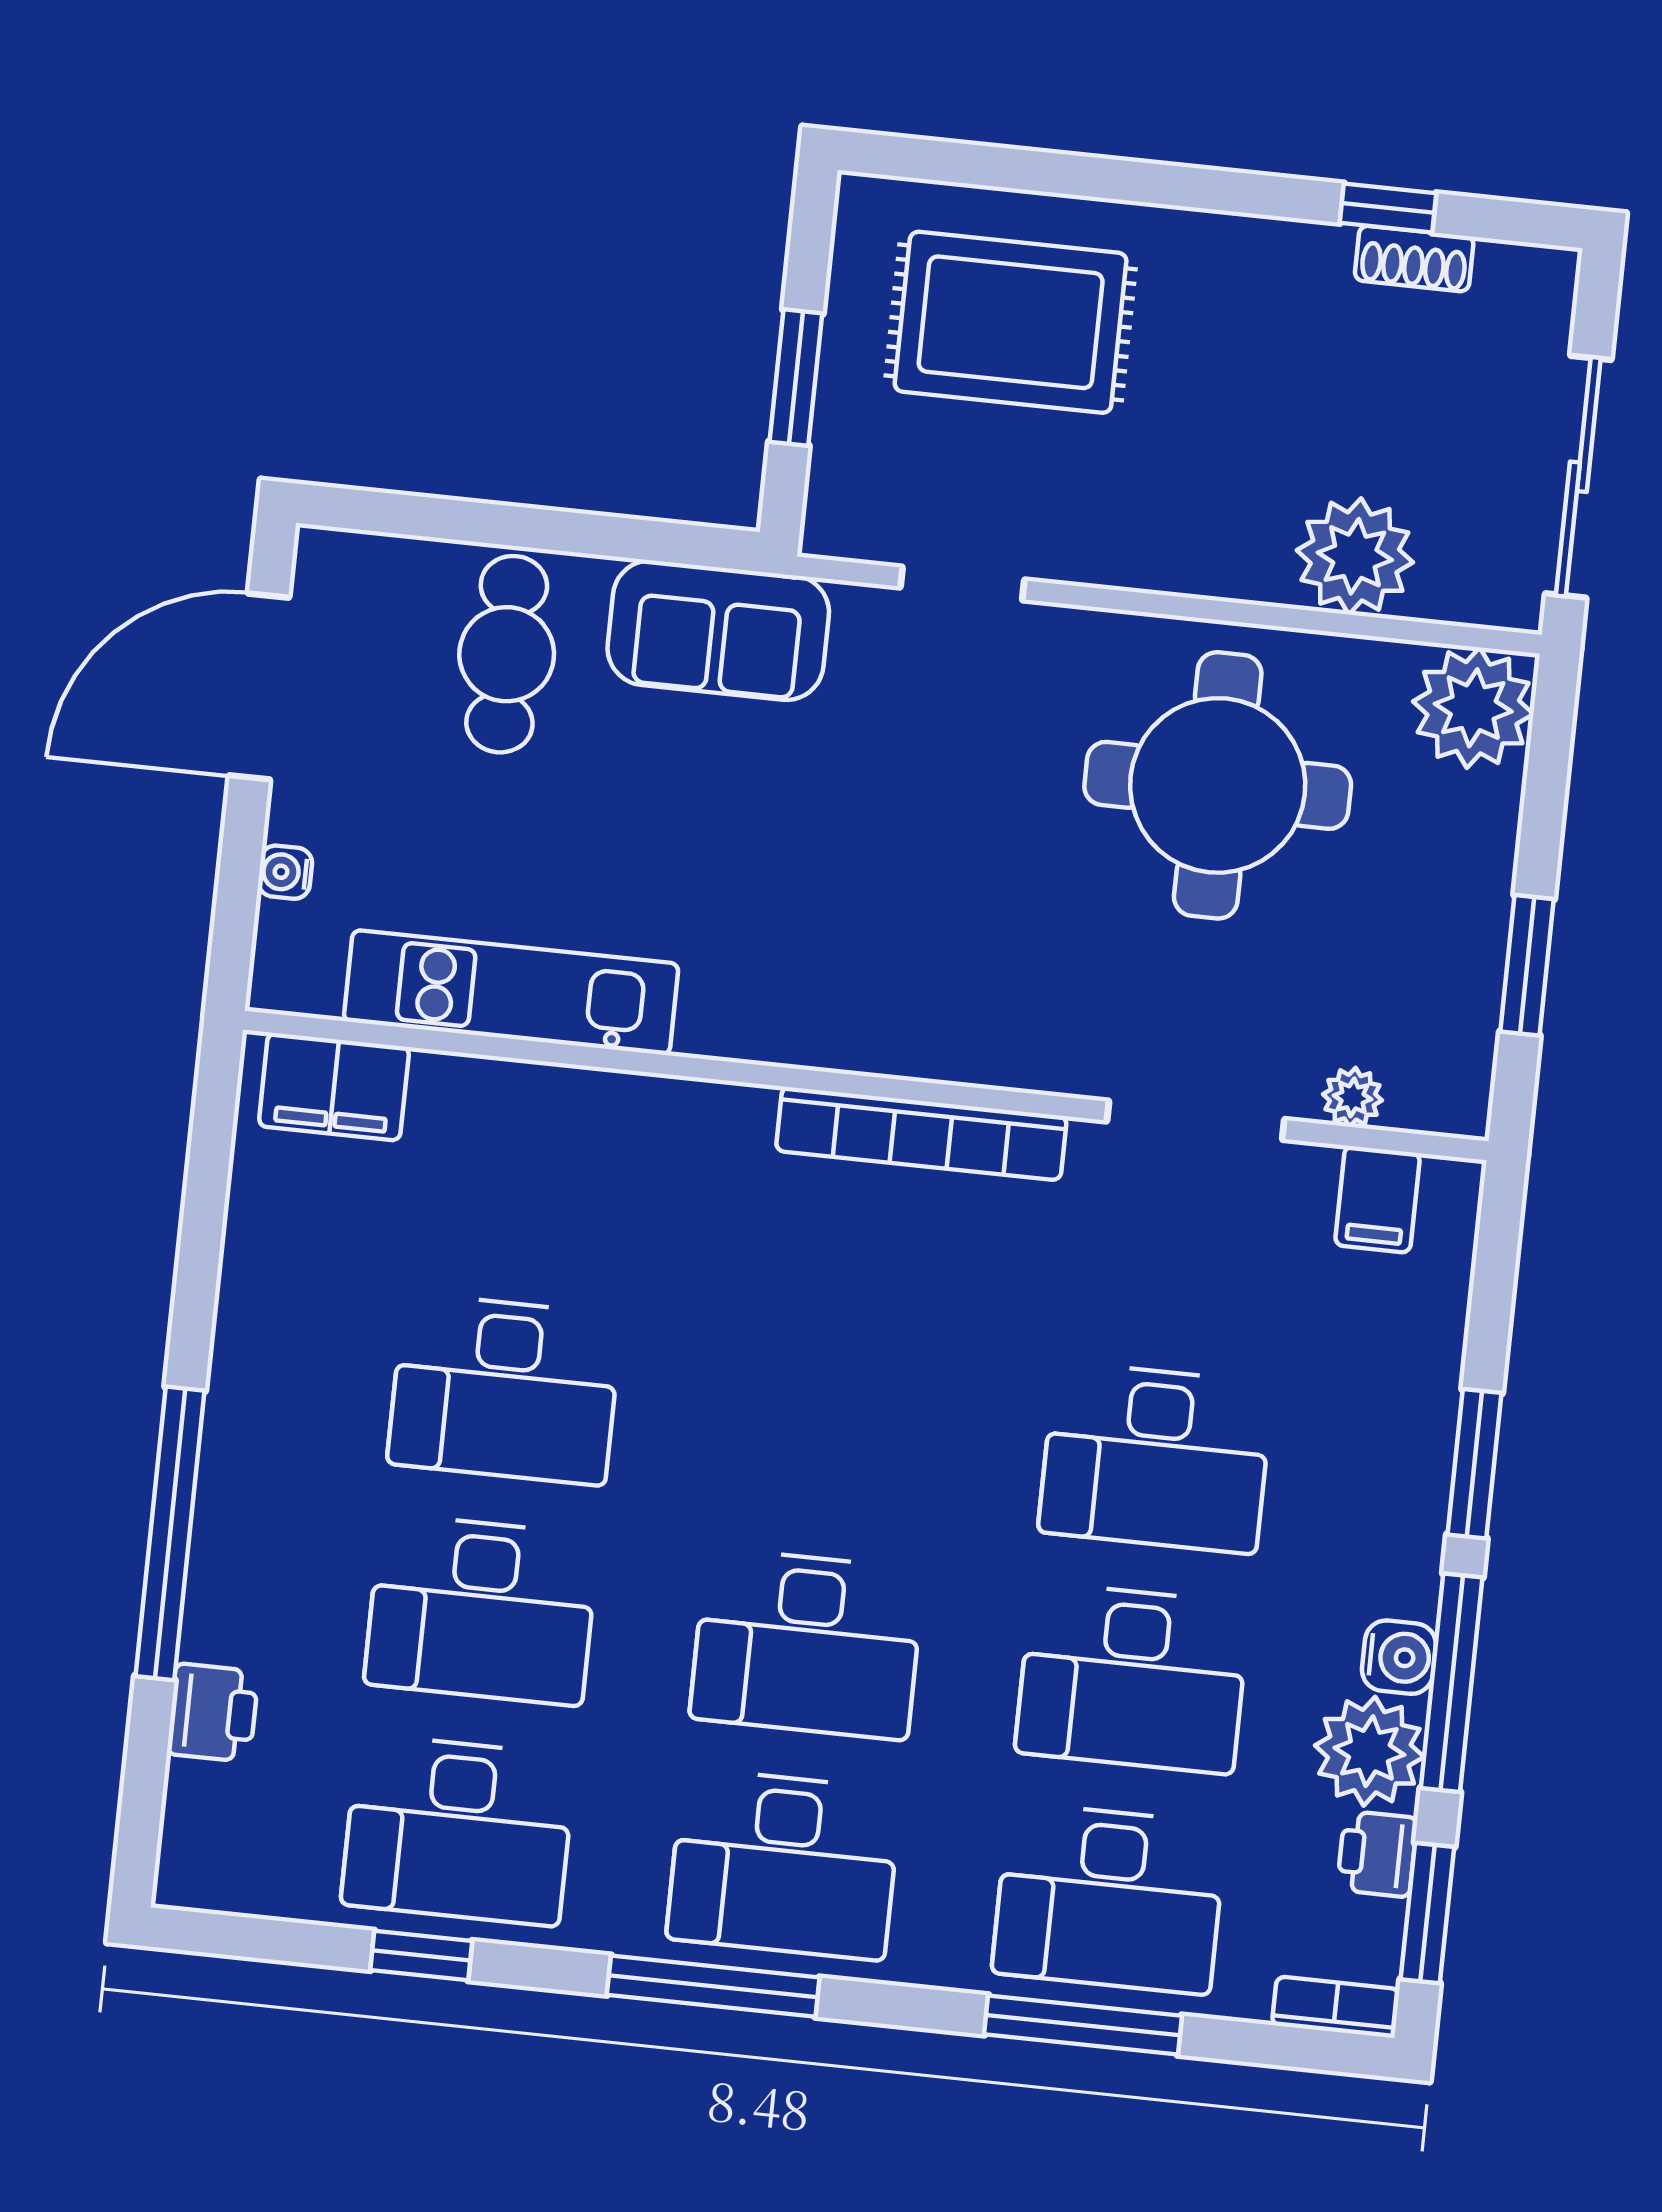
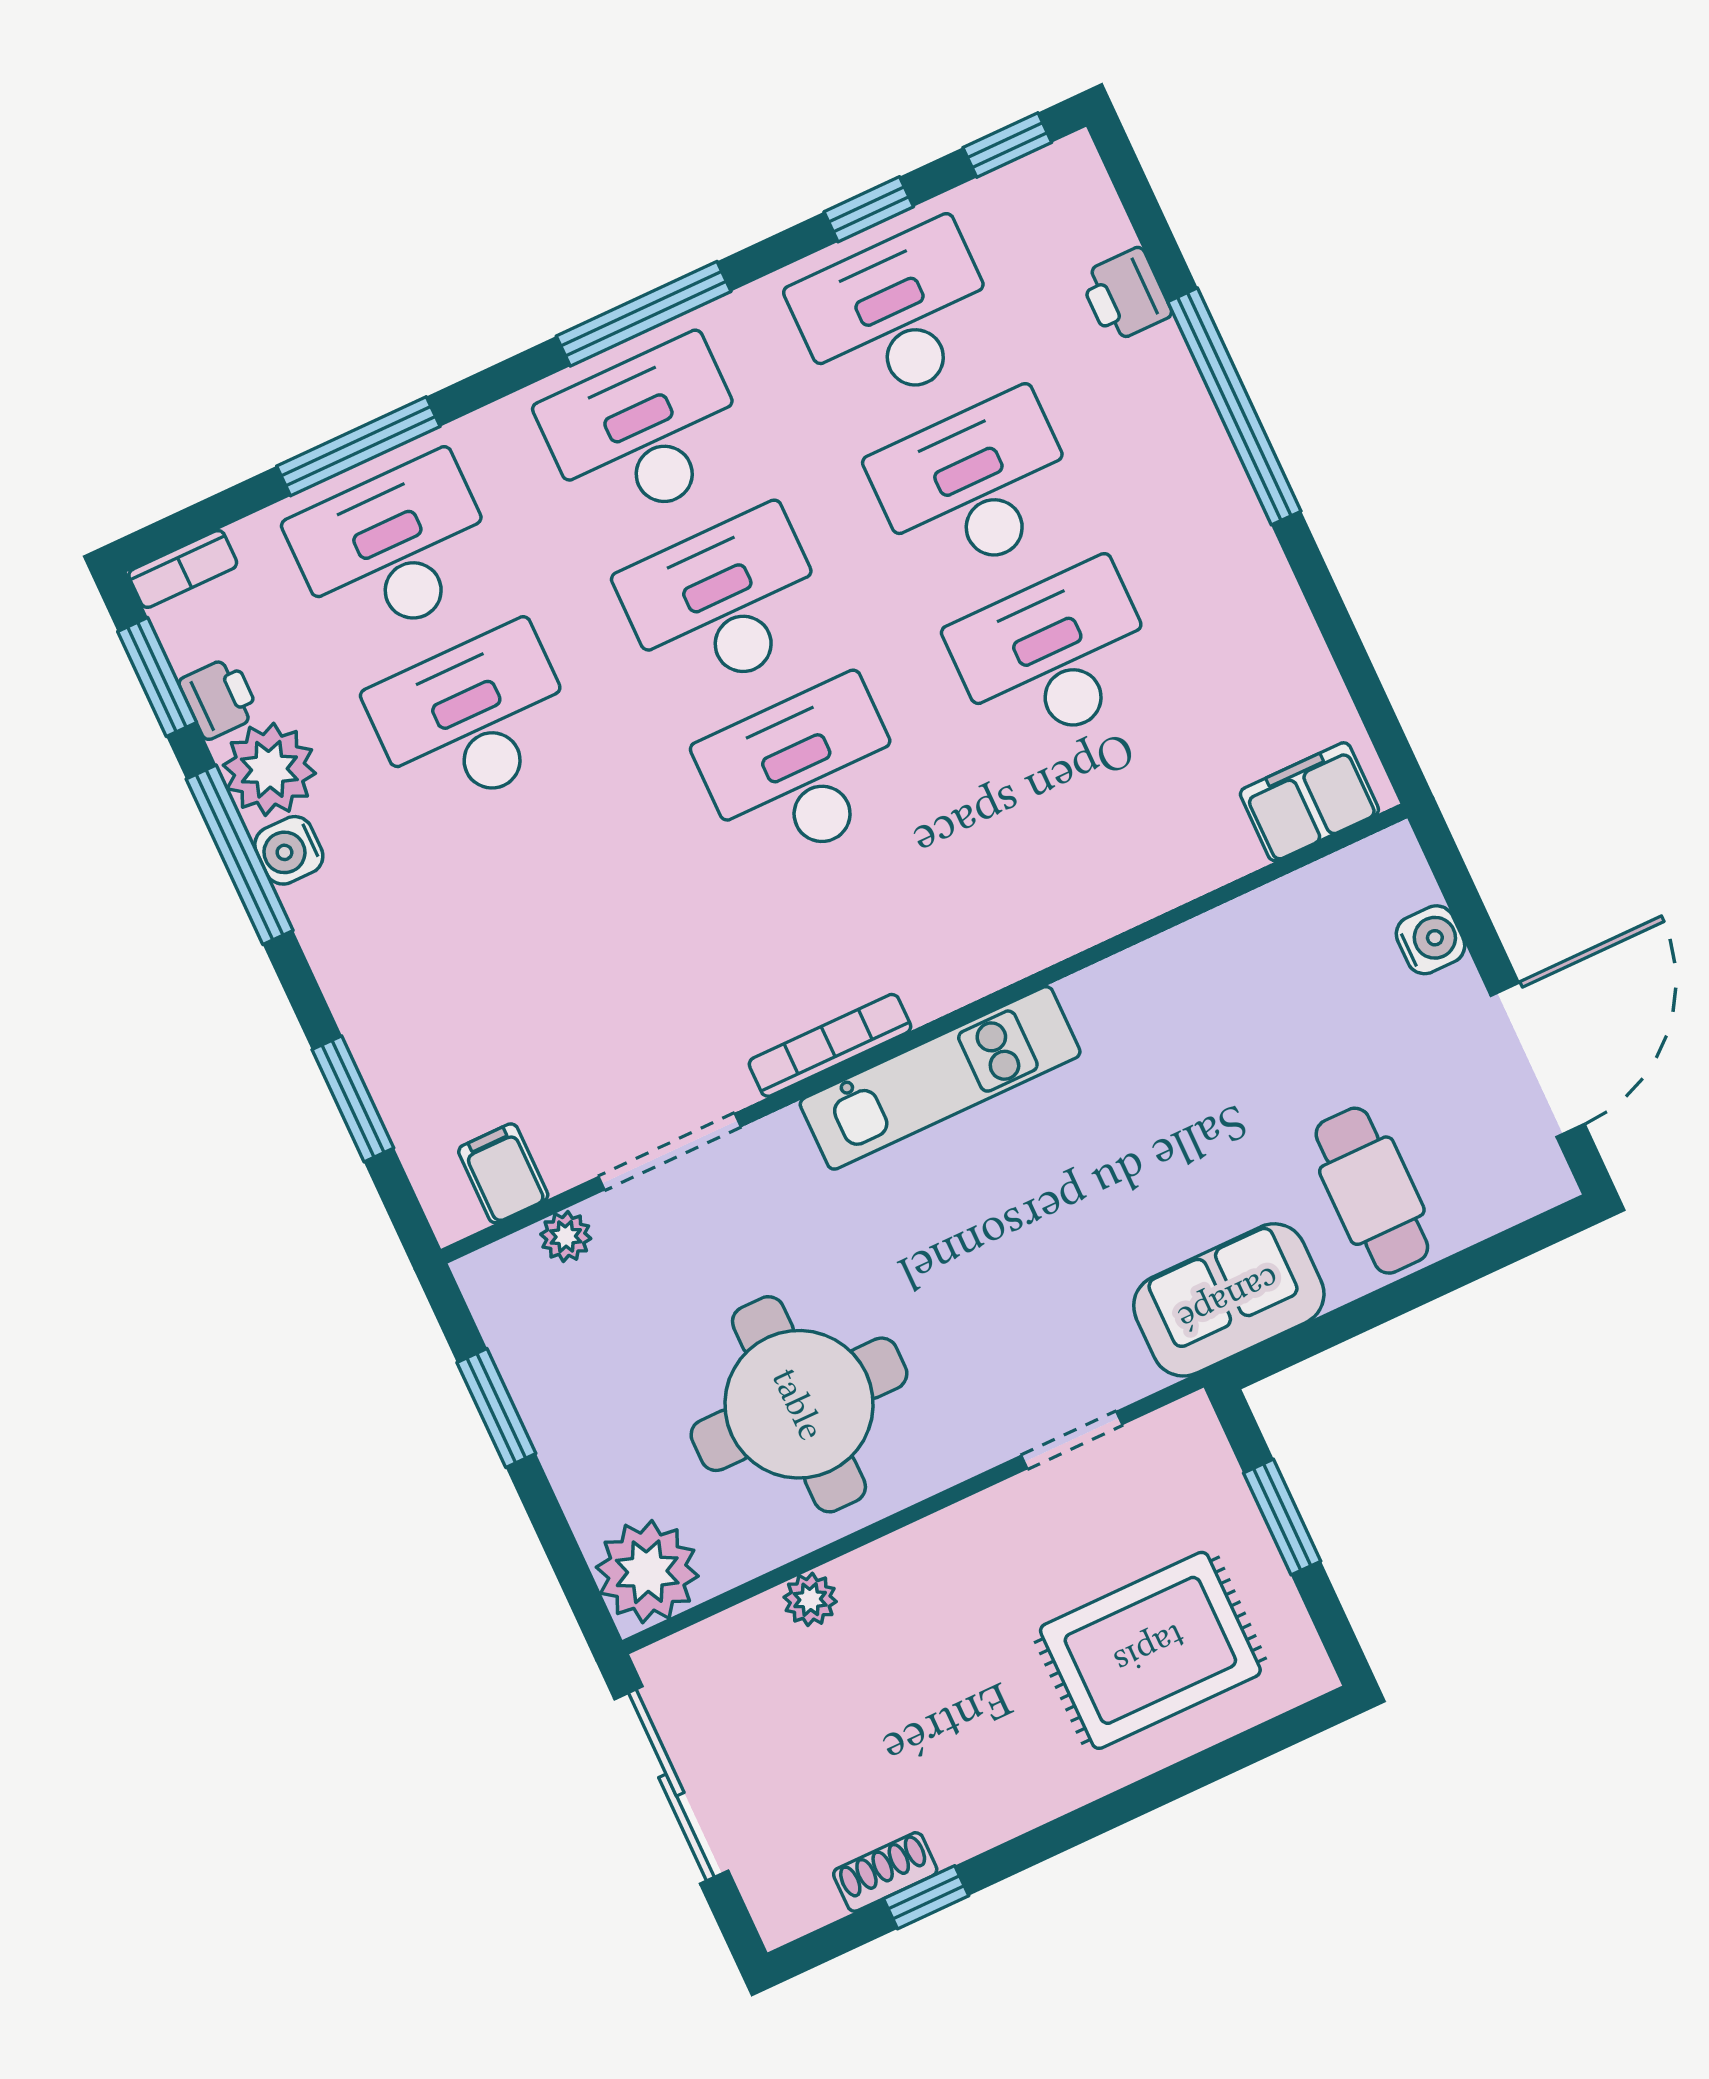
plant: (1355, 556) -> (810, 1599), width x0.53, depth x0.53
water cooler: (285, 872) -> (1430, 940), width x1.38, depth x1.38
kitchen unit: (511, 992) -> (940, 1078), moved
bookcase: (921, 1134) -> (830, 1045), width x0.68, depth x0.76
desk: (1156, 1458) -> (803, 773), moved
window: (1475, 1464) -> (353, 1099), moved
window: (242, 1937) -> (1007, 145), added

